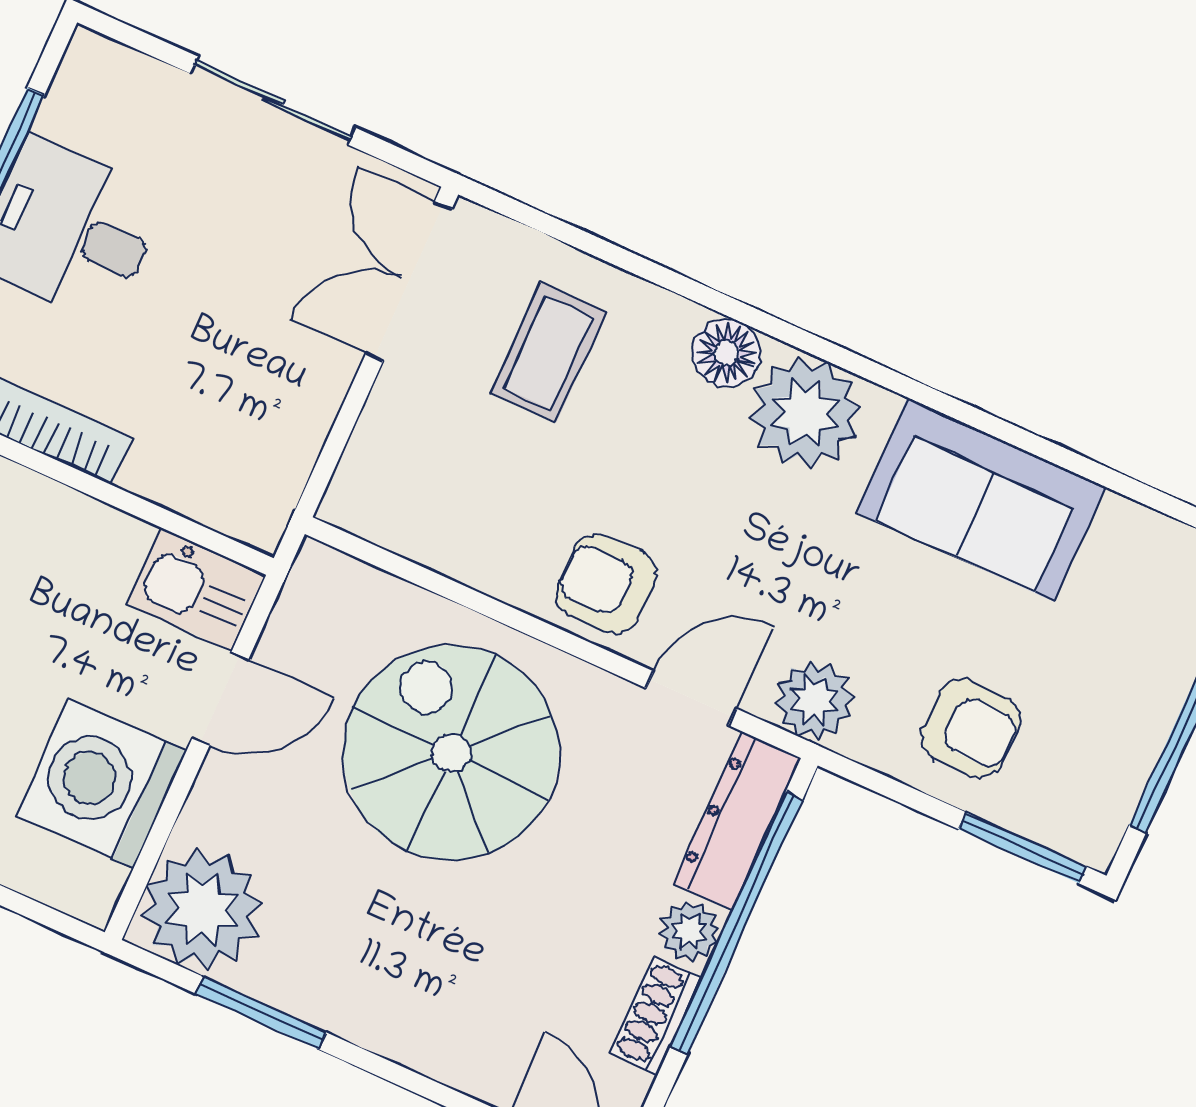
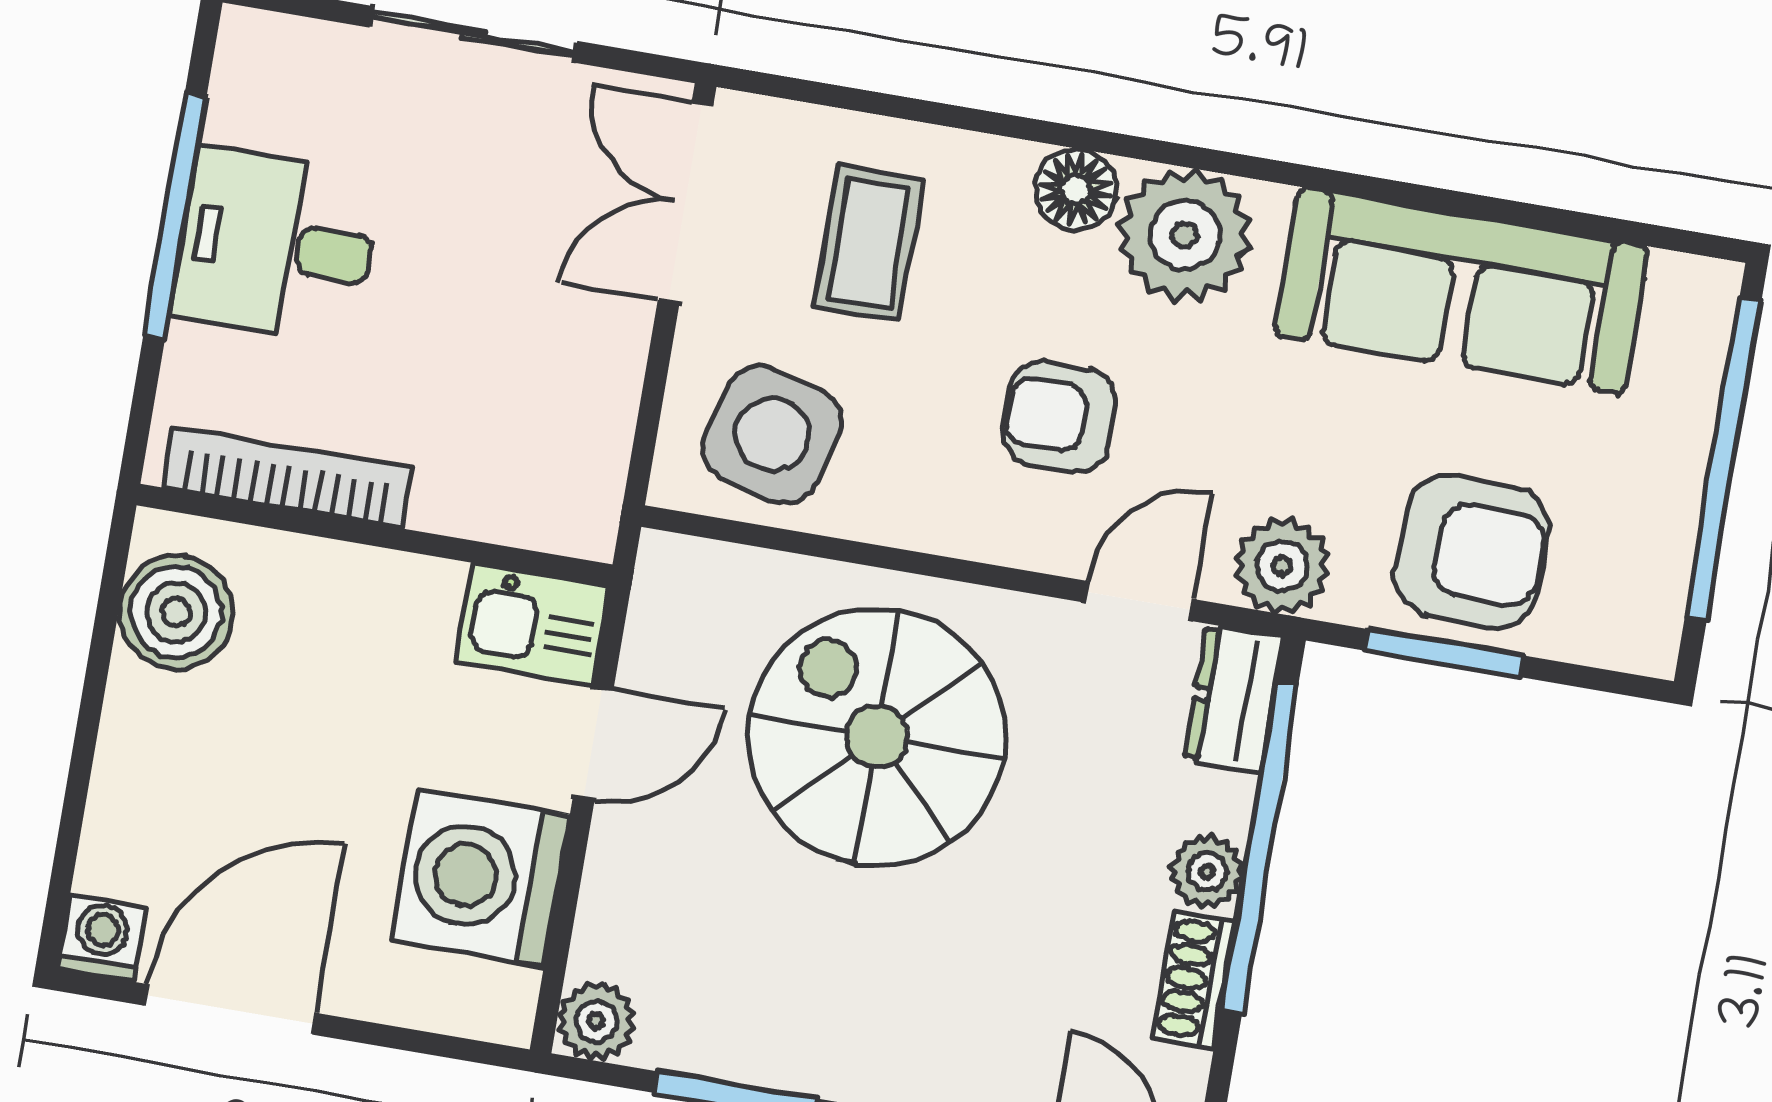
side table: (430, 487) -> (772, 435), added
sofa: (981, 500) -> (1461, 291), width x1.36
armchair: (606, 584) -> (1059, 417), moved
armchair: (971, 728) -> (1472, 551), width x1.38, depth x1.38
dresser: (737, 821) -> (1234, 699), width x0.70
window: (1023, 848) -> (1444, 653), moved
plant: (202, 910) -> (596, 1021), width x0.53, depth x0.53

